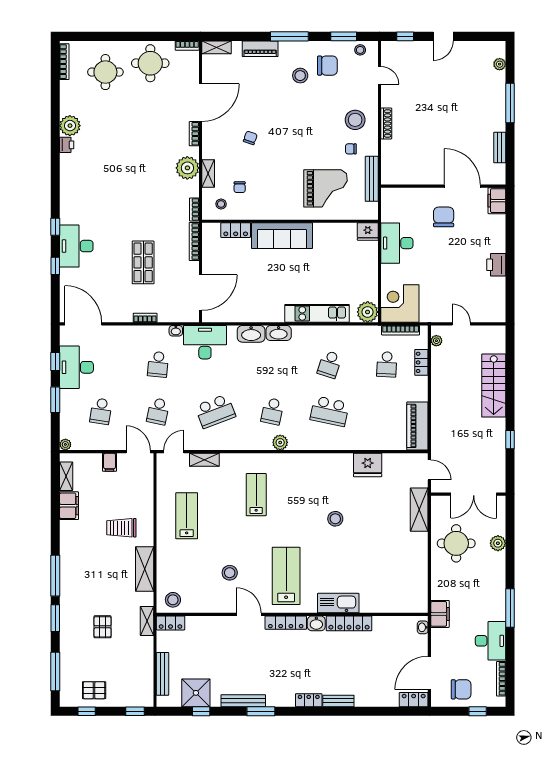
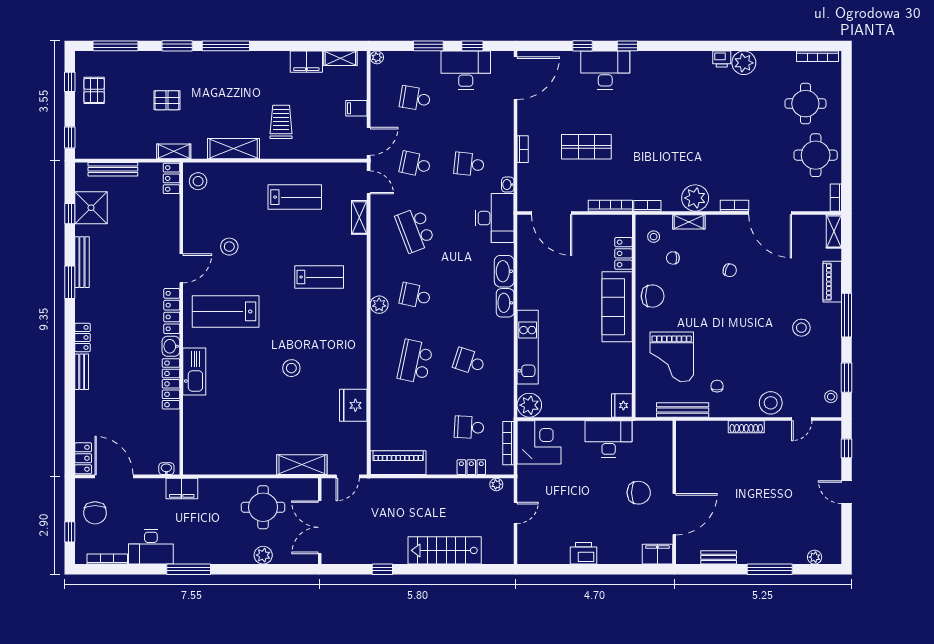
chair: (327, 66) -> (653, 296), moved, turned -90
stool: (355, 120) -> (771, 403), moved
lab bench: (286, 576) -> (226, 311), turned 180

